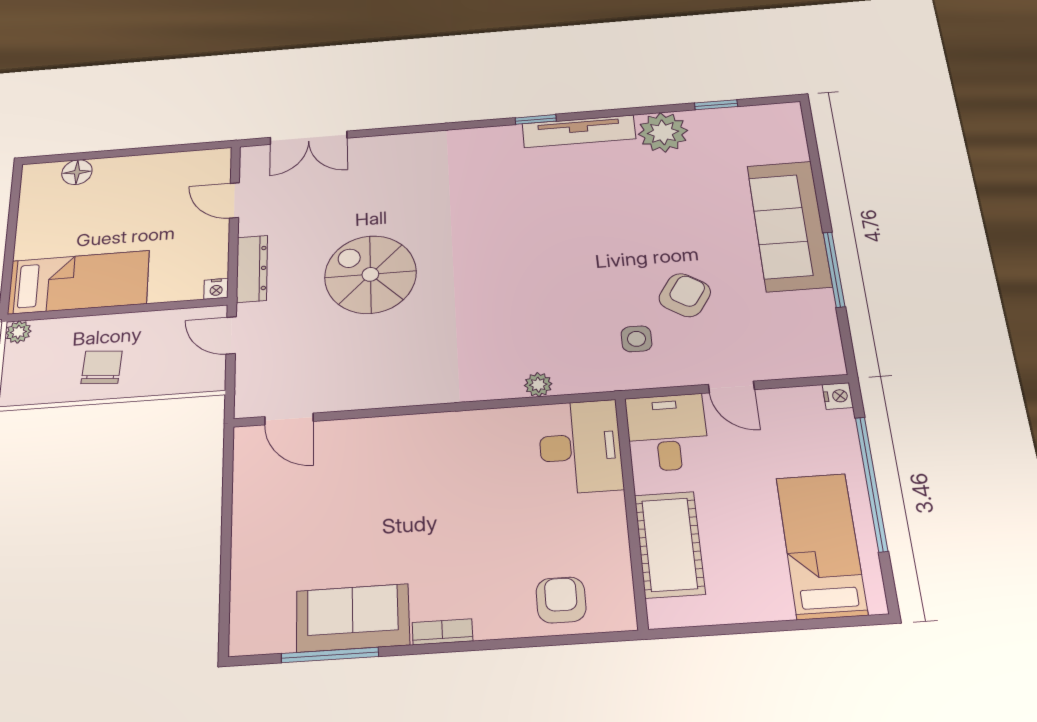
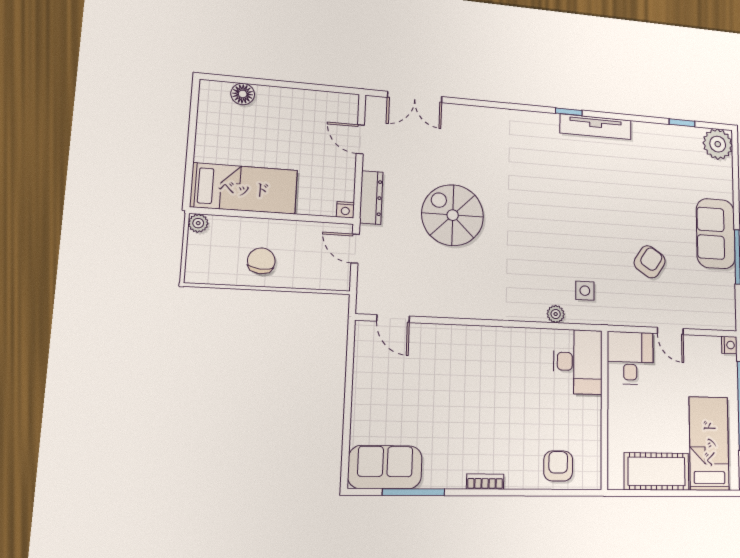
plant: (663, 132) -> (718, 144), moved
sofa: (789, 226) -> (716, 234), width x0.73
side table: (636, 339) -> (585, 291), moved
cot: (670, 544) -> (657, 471), moved, turned 90
sofa: (353, 618) -> (385, 467), moved

